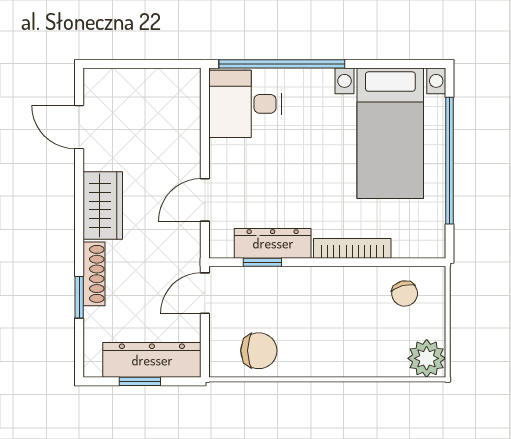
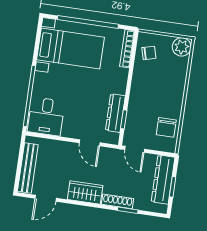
bench: (135, 82) -> (28, 168), added
bookcase: (352, 248) -> (127, 49), moved
chair: (259, 351) -> (166, 127), turned 180

